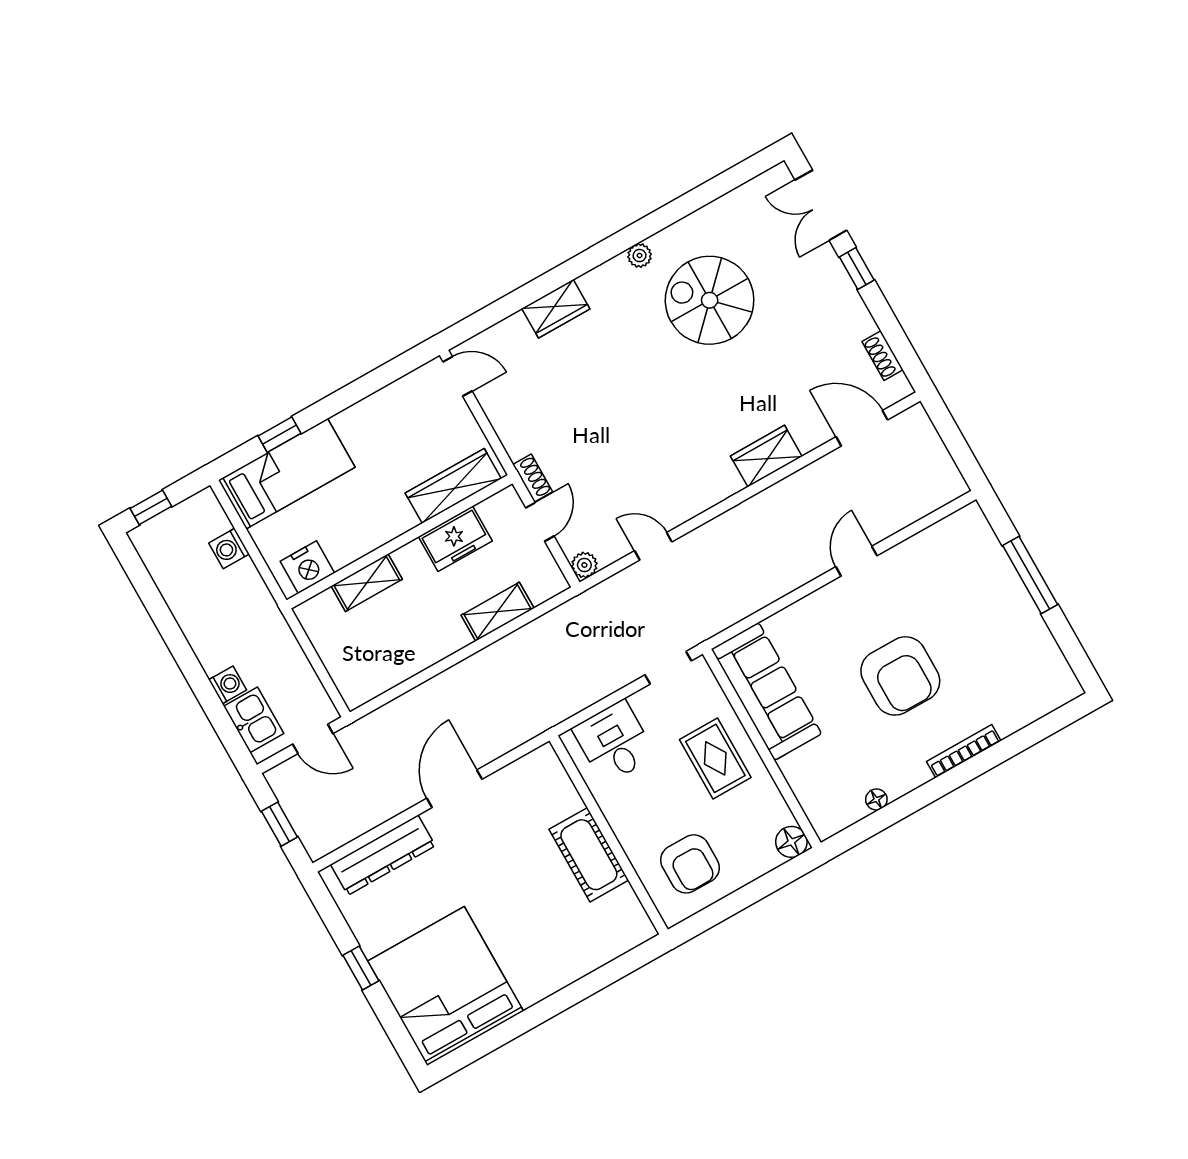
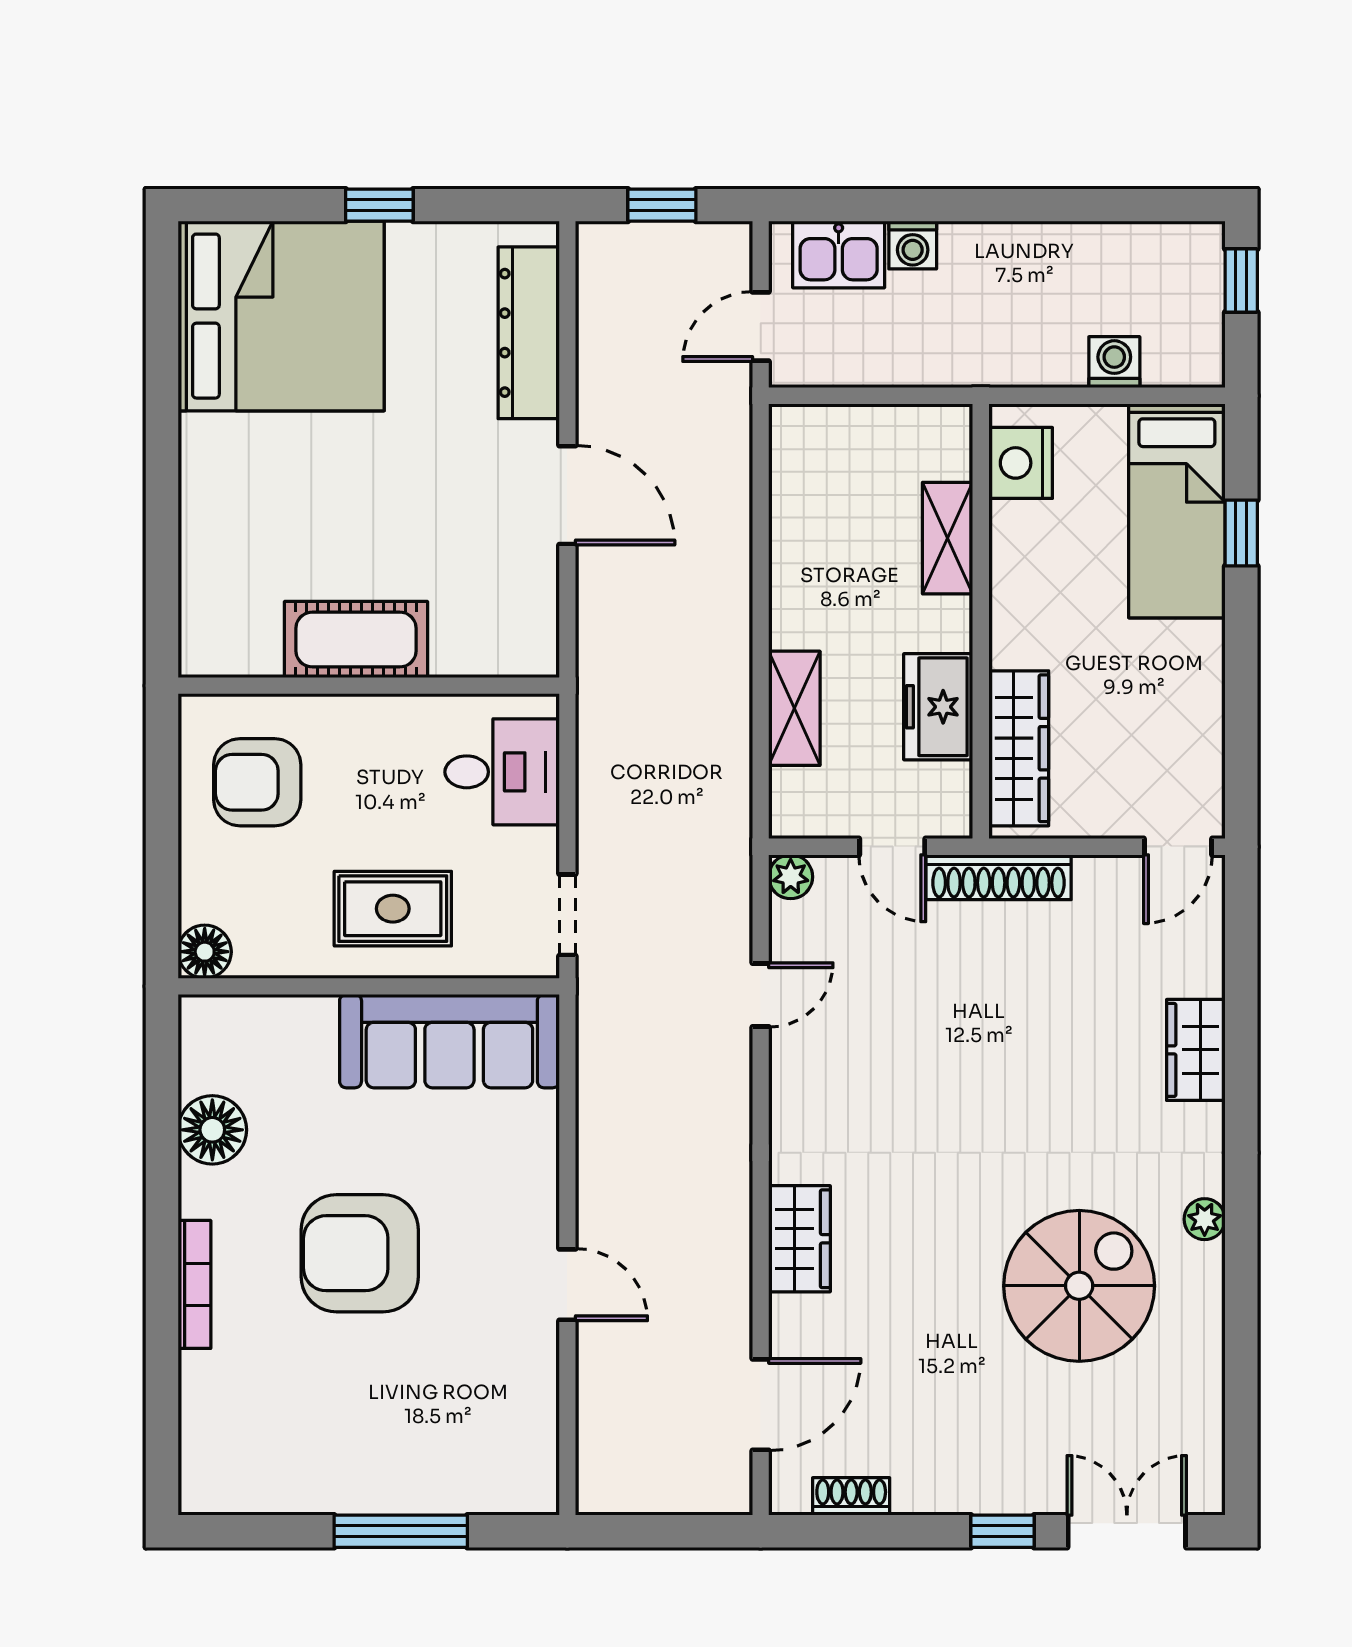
shoe rack: (533, 478) -> (999, 877), width x1.94, depth x1.24
floor lamp: (876, 799) -> (212, 1130), width x1.89, depth x1.89

